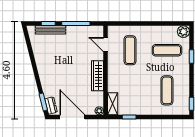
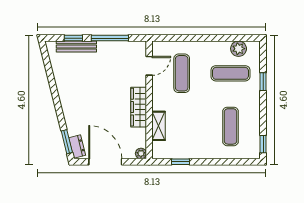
plant: (183, 32) -> (239, 49), moved
door: (105, 45) -> (149, 66), swing flipped
shelving: (113, 104) -> (159, 126), moved

